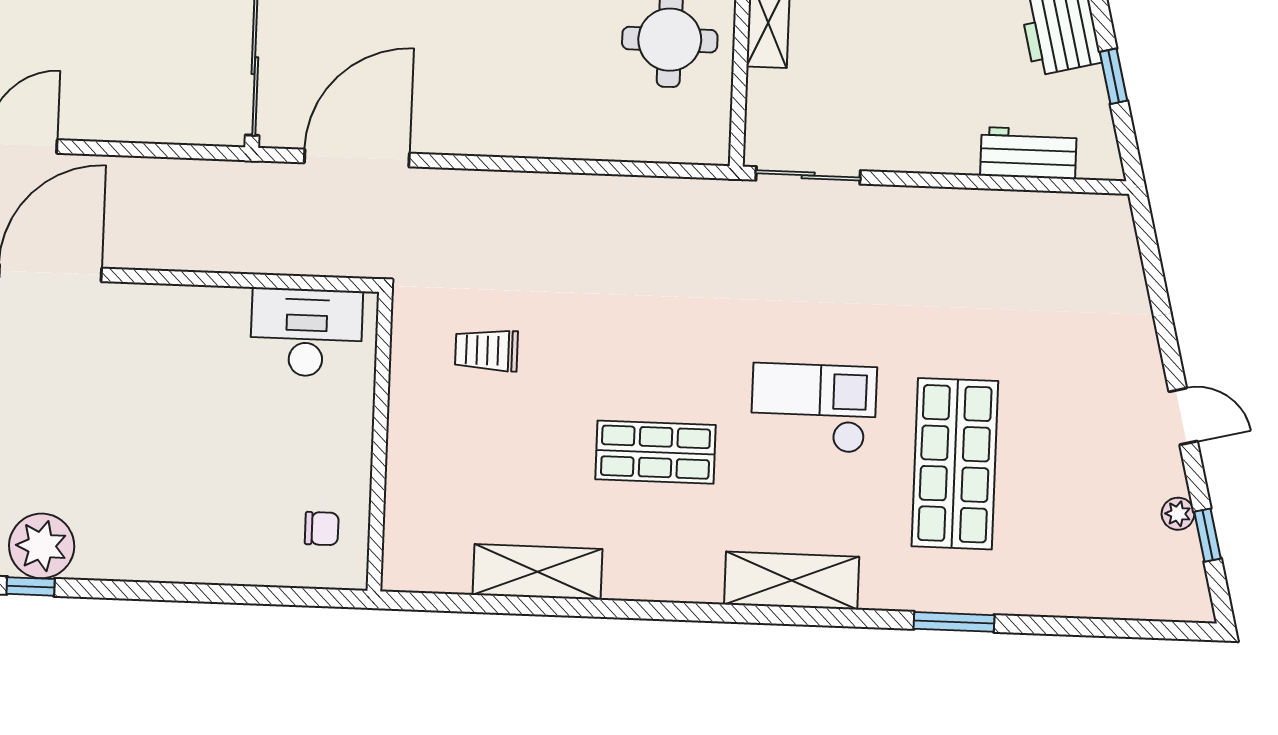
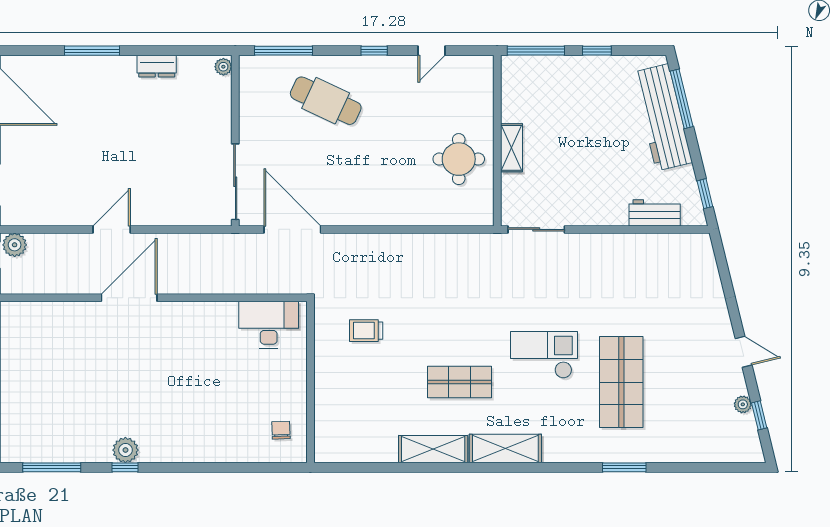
window: (1114, 76) -> (705, 194), moved
door: (357, 158) -> (292, 229), hinge flipped
chair: (322, 529) -> (281, 430), turned -92
plant: (42, 546) -> (125, 450), width x0.73, depth x0.73
shelving: (538, 572) -> (433, 449), moved
shelving: (792, 581) -> (505, 449), moved

